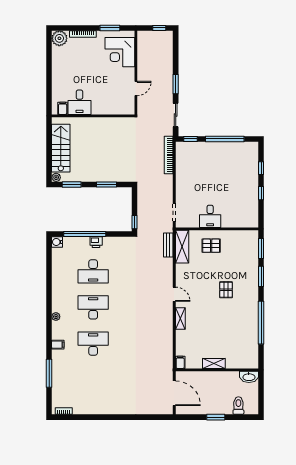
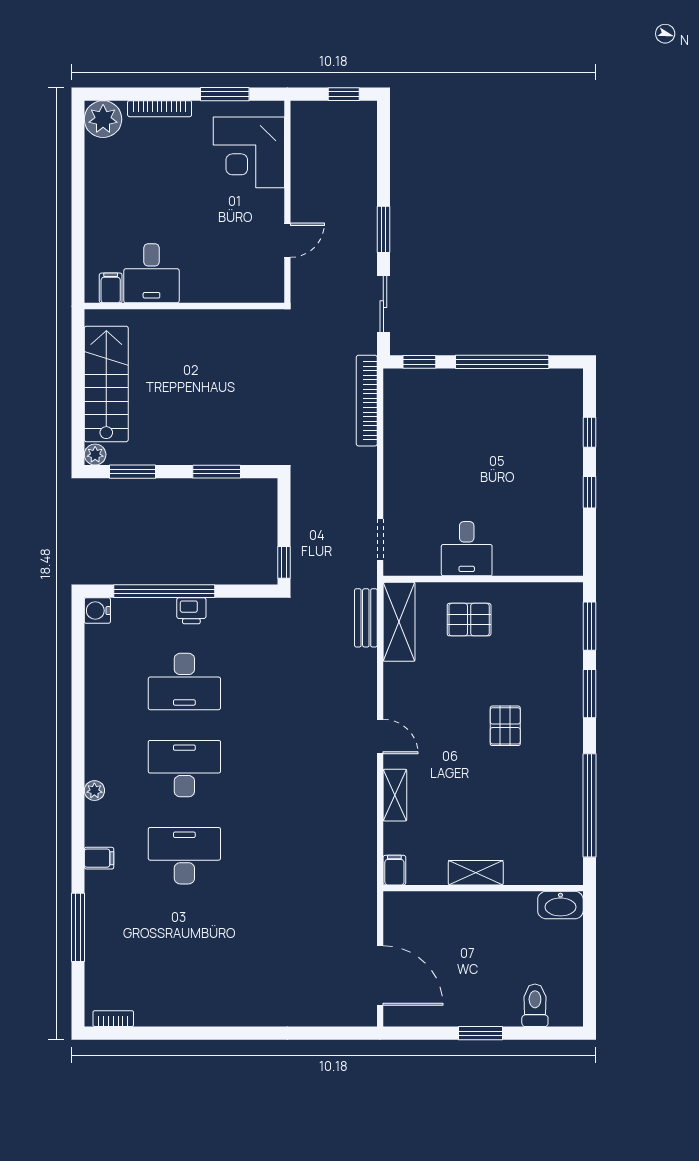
filing cabinet: (180, 362) -> (394, 870), moved
shelving: (214, 363) -> (476, 873), moved
wall: (217, 370) -> (483, 888), moved
washbasin: (249, 377) -> (560, 905), moved

